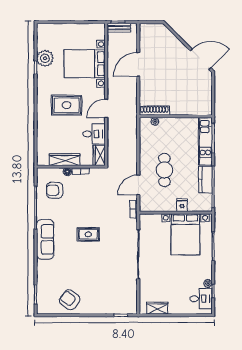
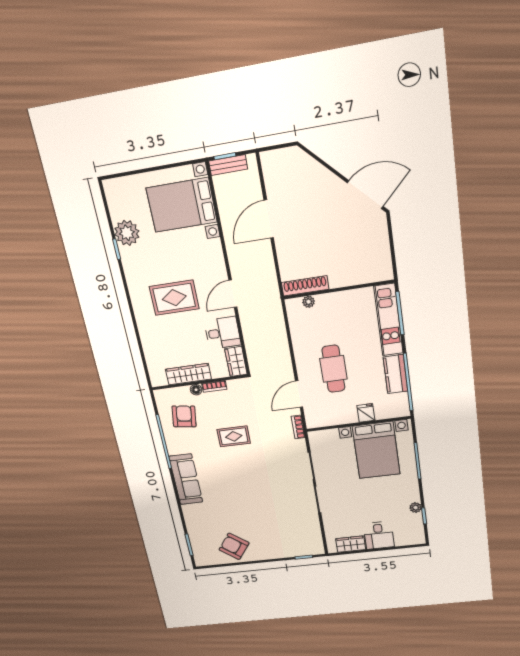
bed with nightstands: (85, 64) -> (182, 205), moved
armchair: (55, 190) -> (184, 416), turned 98
rug: (88, 234) -> (234, 436), moved
desk: (201, 299) -> (379, 535), moved, turned 90

